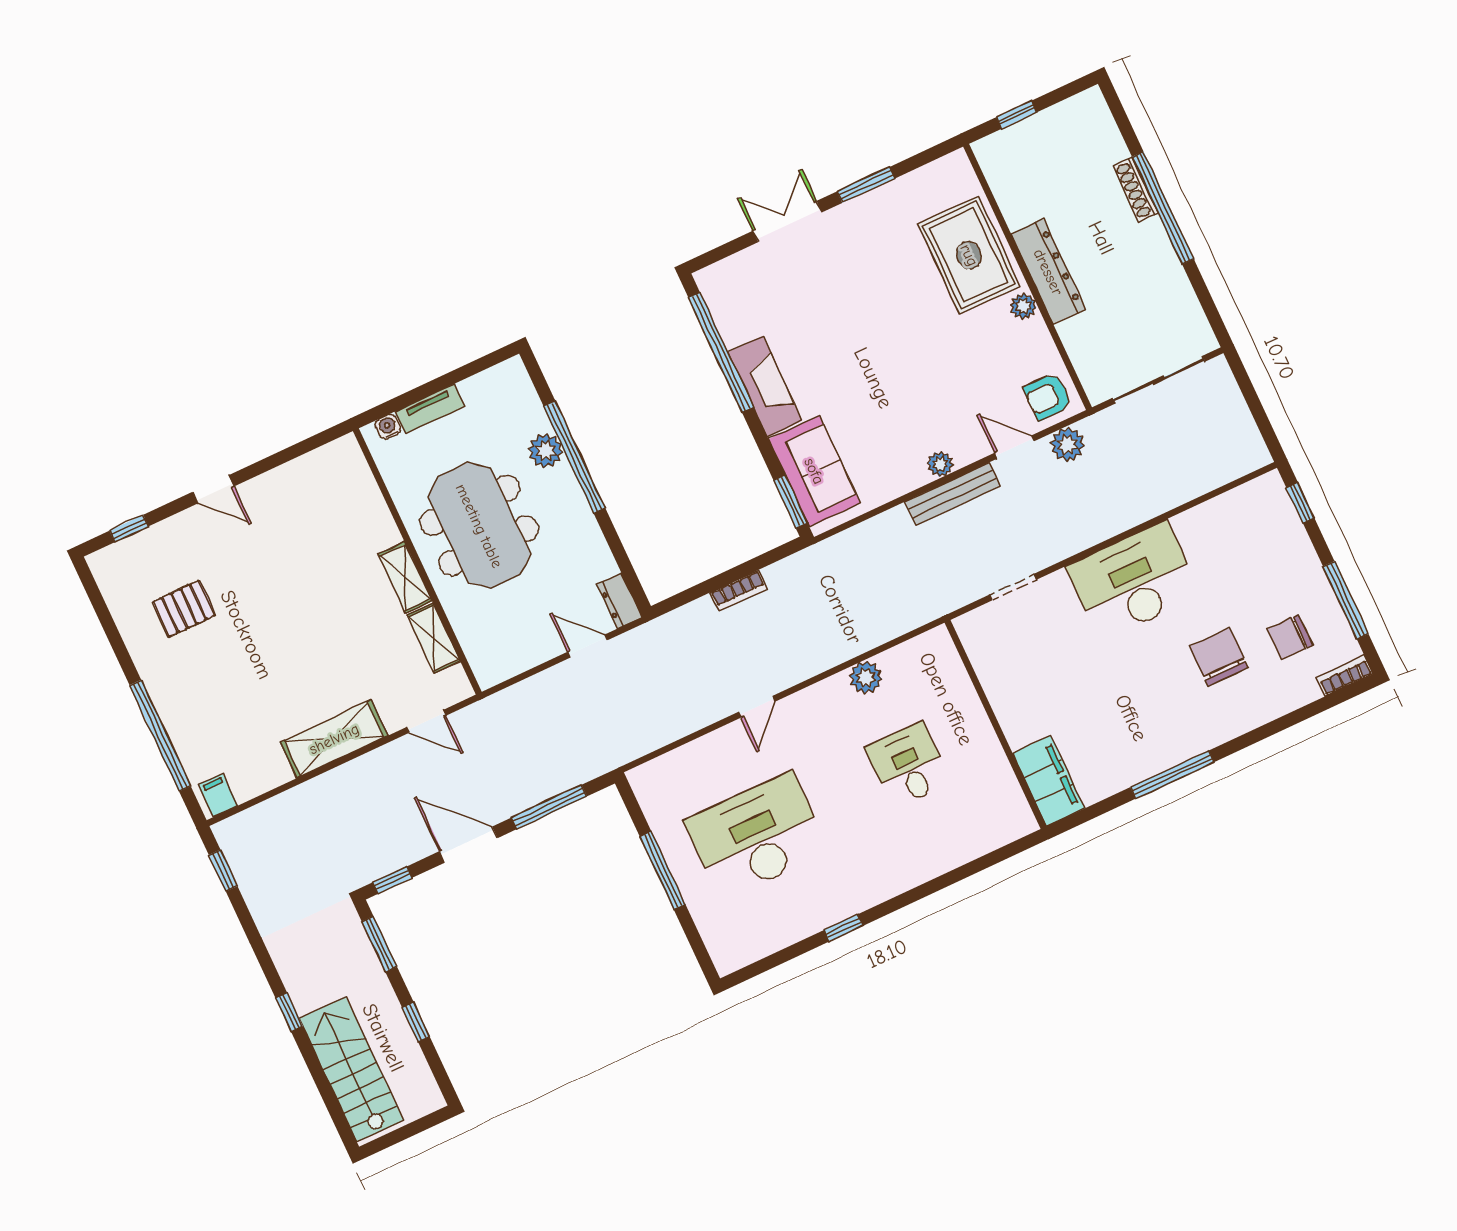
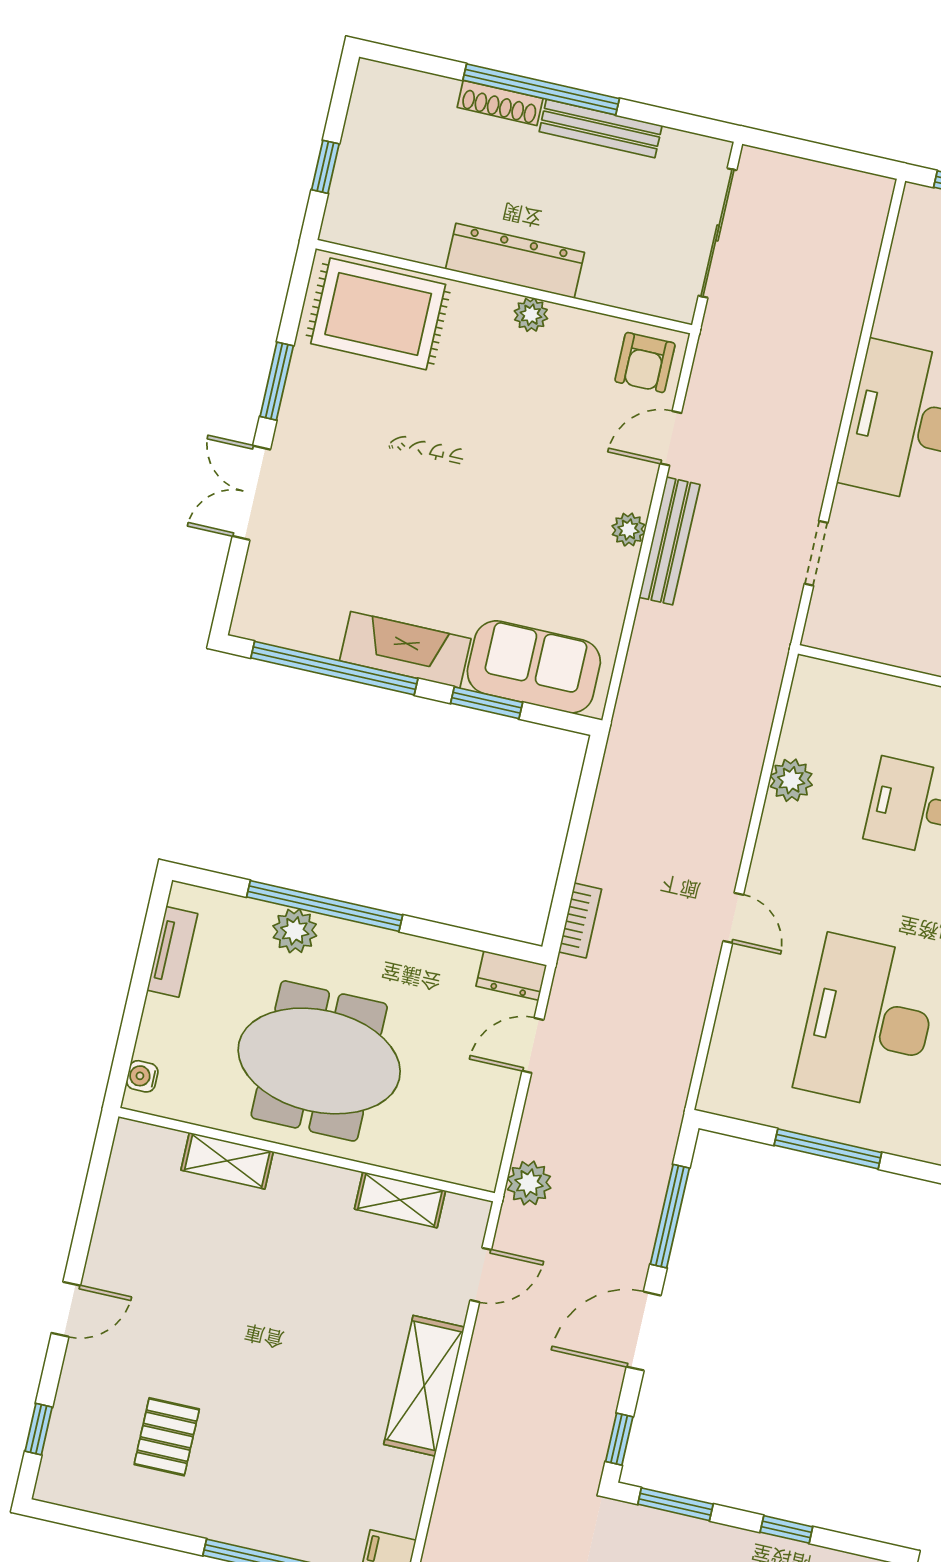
rug: (969, 255) -> (378, 314), moved
bench: (1167, 261) -> (601, 129), added
tv unit: (430, 409) -> (172, 952), moved
plant: (1067, 445) -> (529, 1183), moved
window: (791, 502) -> (487, 703), moved
shelving: (405, 577) -> (227, 1161), moved
bookcase: (739, 591) -> (580, 920), moved

